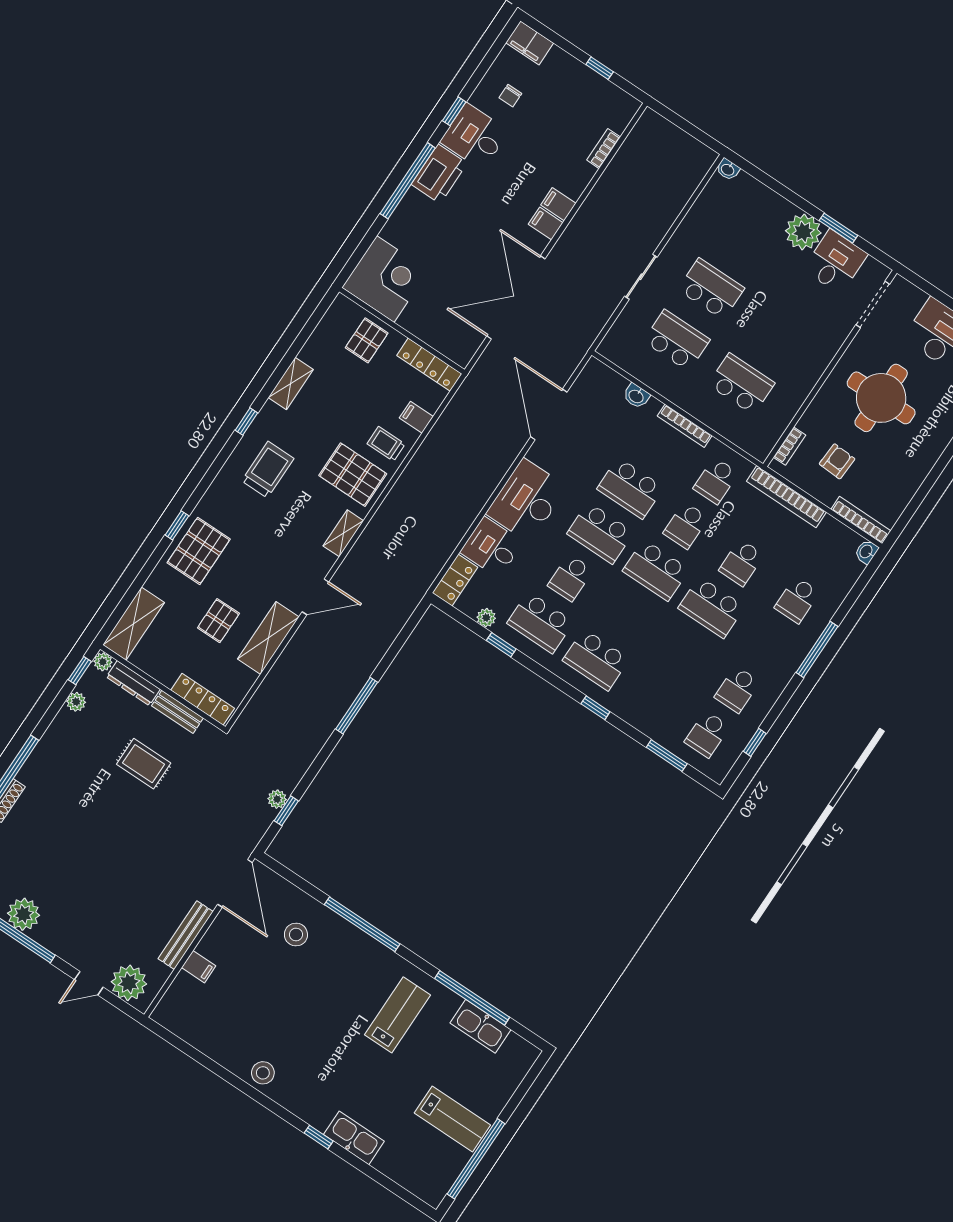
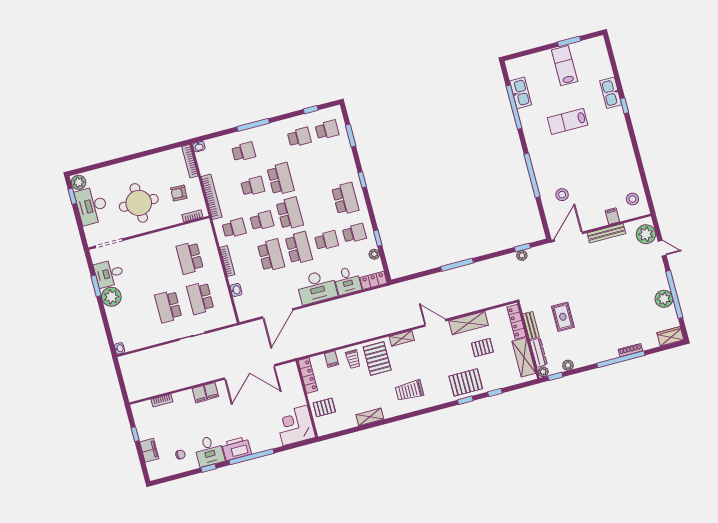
filing cabinet: (530, 43) -> (149, 450), moved
window: (246, 422) -> (495, 392), moved
school desk: (540, 623) -> (354, 233), width x0.54
shelving: (134, 624) -> (524, 357), moved, turned 90
lab bench: (397, 1015) -> (568, 121), moved
stool: (263, 1073) -> (632, 199), moved
window: (476, 1159) -> (569, 41), width x0.47

